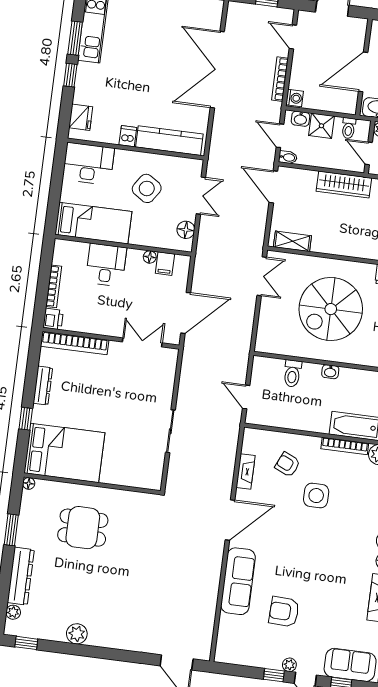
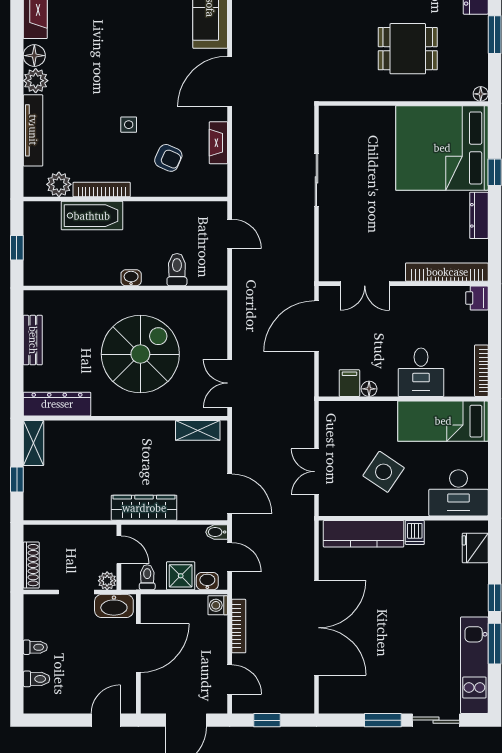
floor lamp: (186, 230) -> (329, 428), removed
bookcase: (54, 286) -> (481, 371), moved
bed: (64, 453) -> (442, 148), width x1.36
side table: (316, 496) -> (129, 125), width x0.54, depth x0.54

